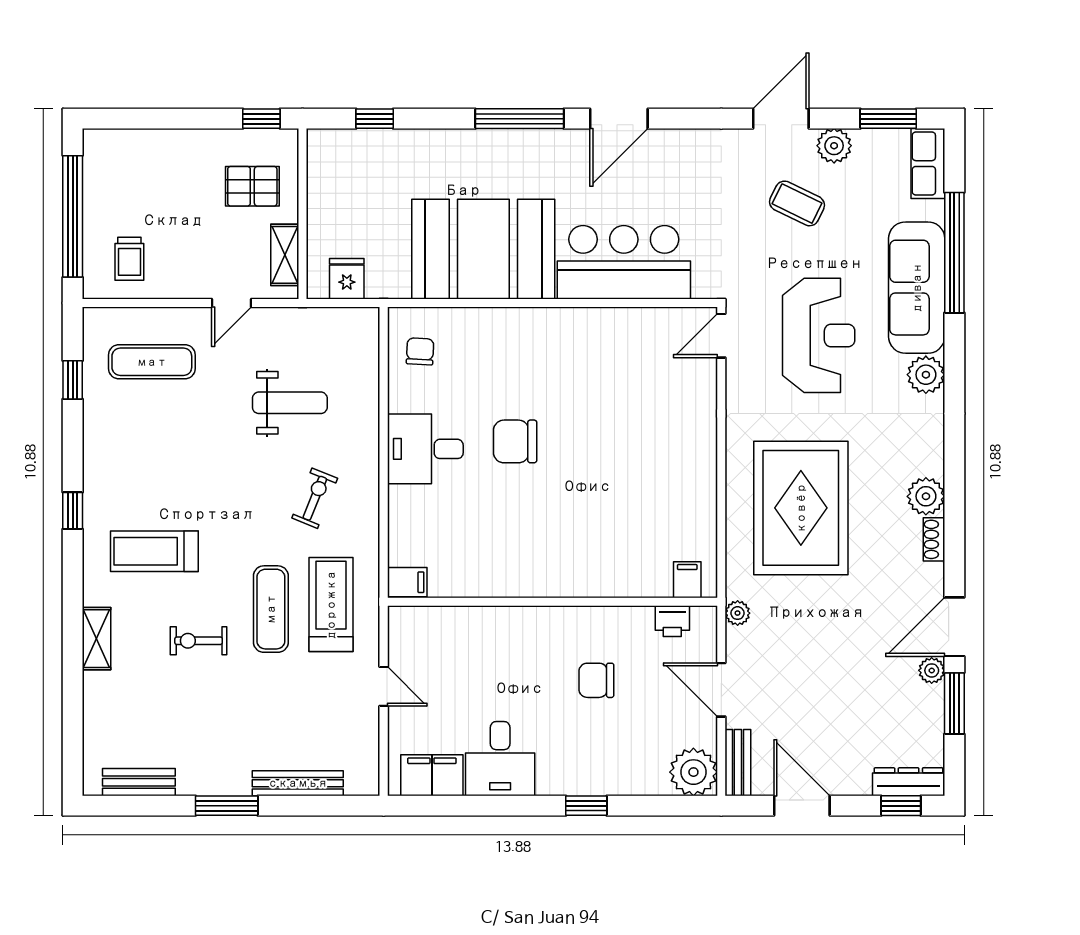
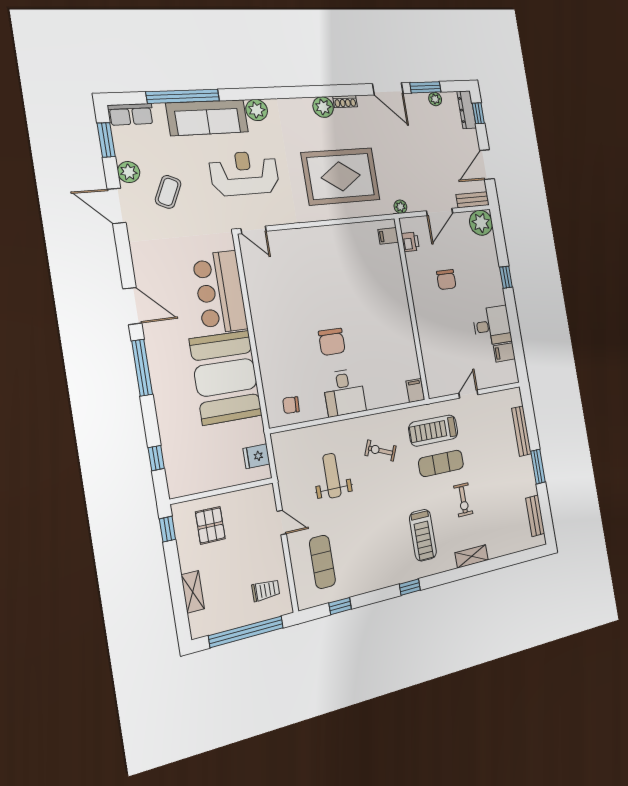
shelving: (285, 255) -> (193, 592), moved, turned 90
plant: (932, 670) -> (435, 99), moved
filing cabinet: (432, 775) -> (504, 352), width x0.50

